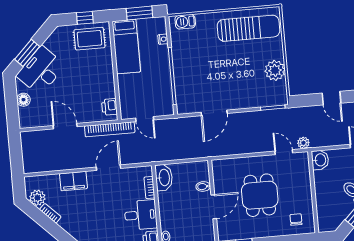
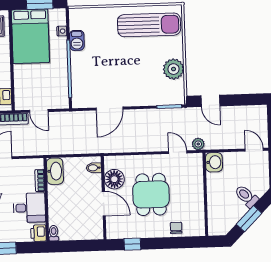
barbecue: (185, 22) -> (77, 40), moved, turned -90
bed: (126, 47) -> (30, 36), width x1.50
door: (331, 98) -> (210, 101), moved
floor lamp: (223, 182) -> (114, 179), added
bidet: (203, 186) -> (94, 168), moved
door: (214, 207) -> (104, 204), hinge flipped
chair: (296, 220) -> (176, 228), moved

